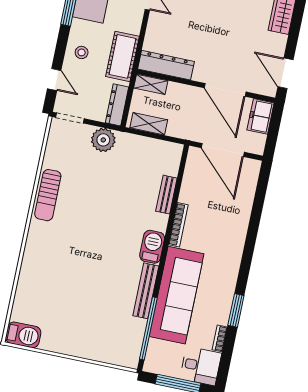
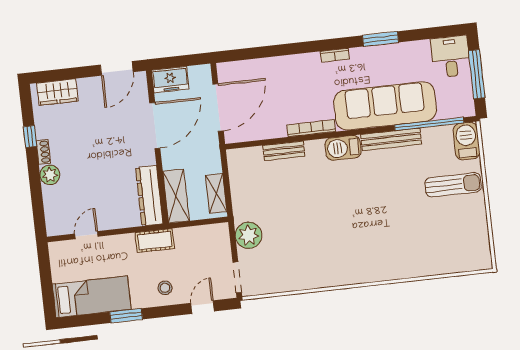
cot: (122, 56) -> (155, 241), width x0.73, depth x0.75
shelving: (151, 84) -> (176, 196), width x1.50, depth x1.33
dresser: (117, 105) -> (207, 233), removed
sun lounger: (48, 195) -> (453, 185), moved
barbecue: (23, 335) -> (466, 141), moved
bookcase: (220, 338) -> (335, 55), moved

